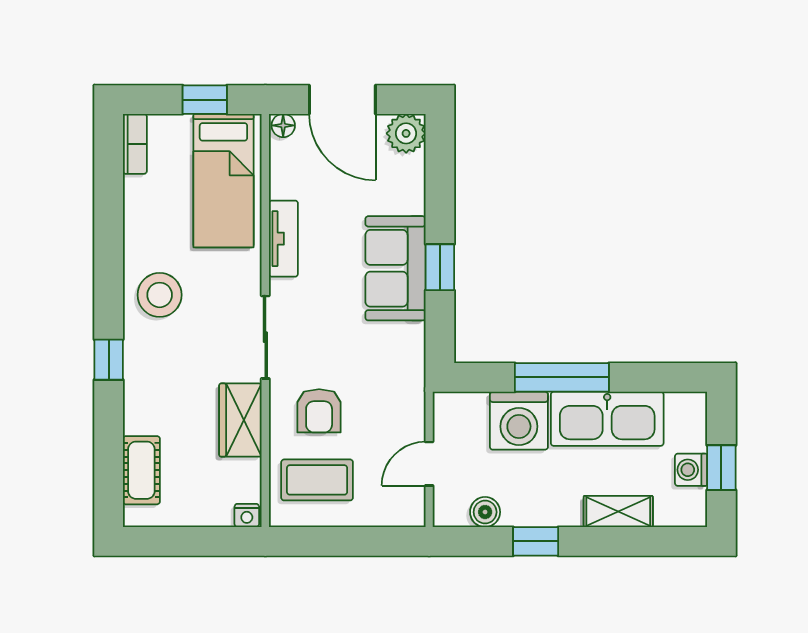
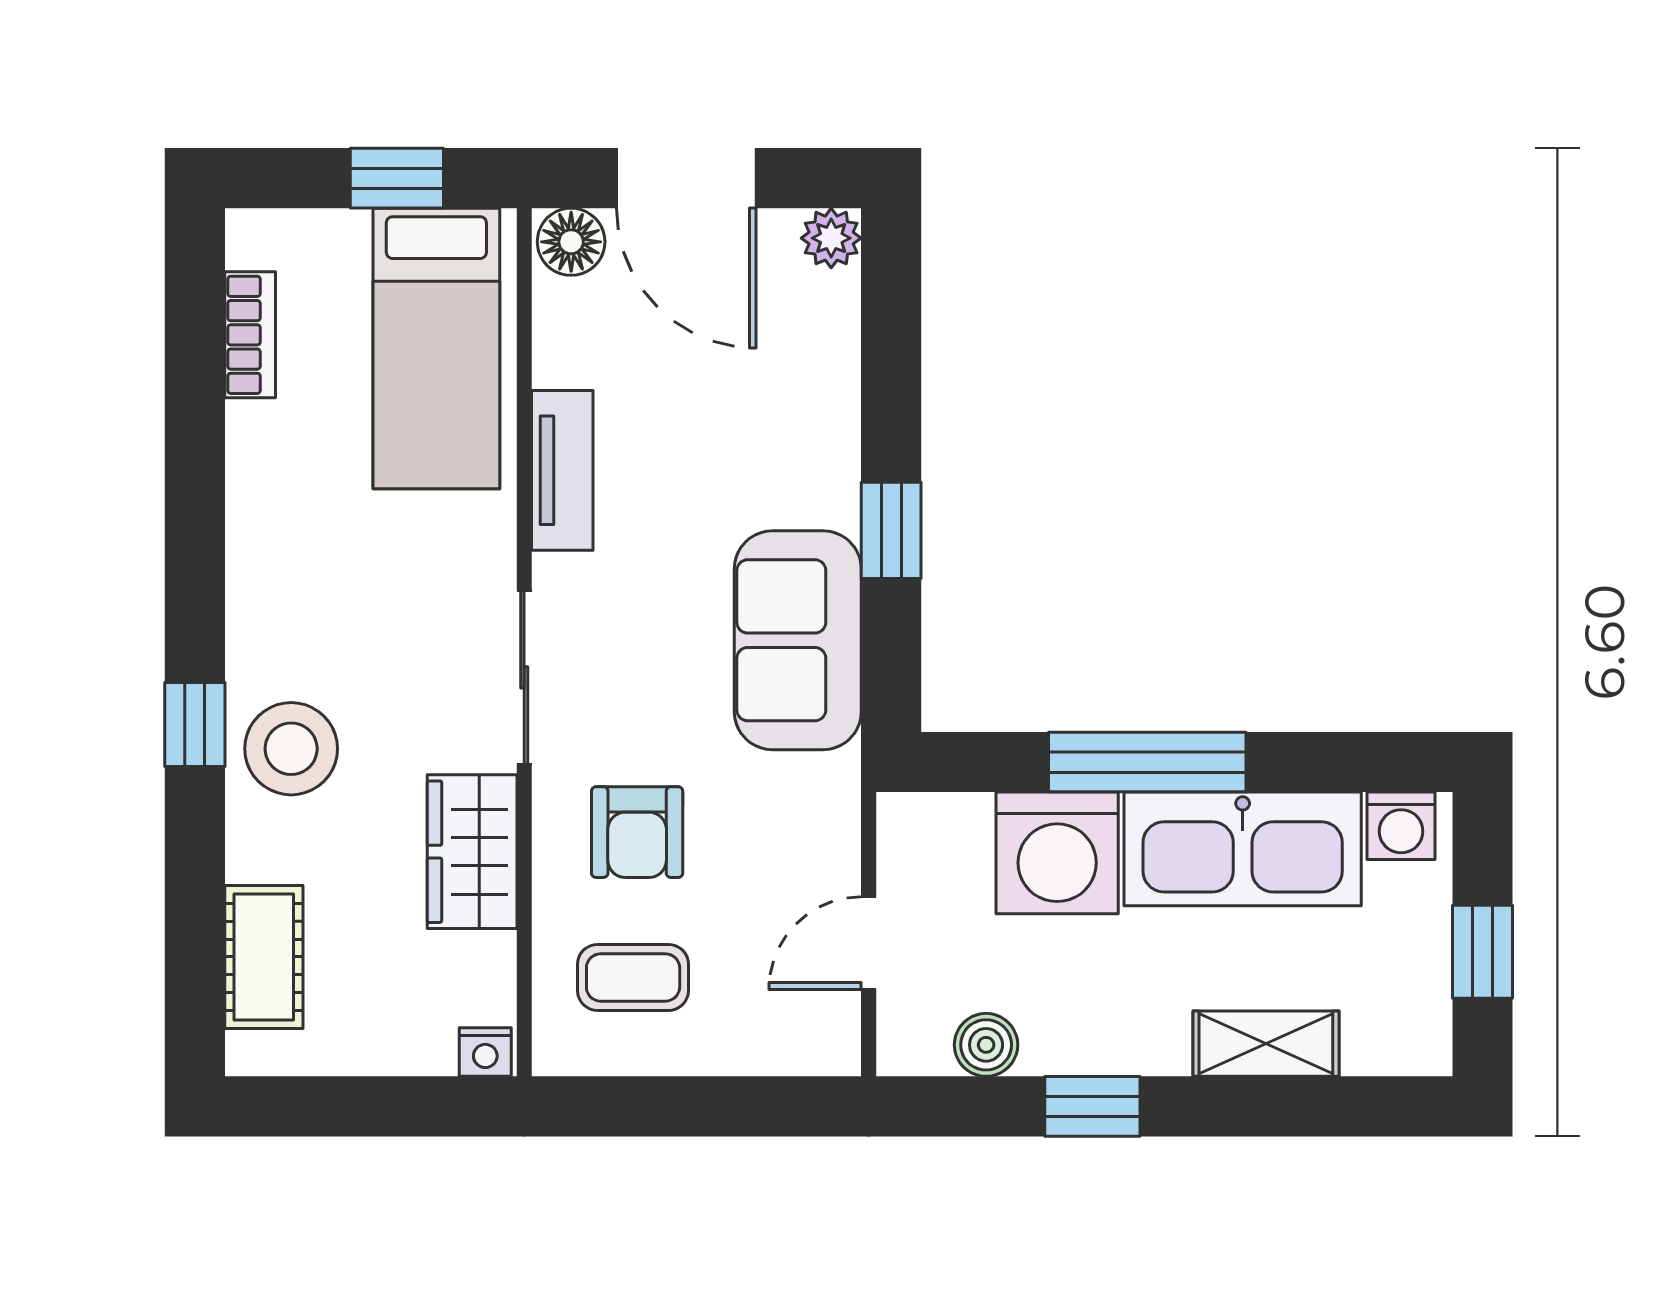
floor lamp: (283, 125) -> (571, 242), width x1.37, depth x1.37
plant: (406, 133) -> (831, 238), width x0.73, depth x0.73
bookcase: (135, 144) -> (250, 335), moved
sofa: (395, 268) -> (798, 640), moved
stool: (160, 295) -> (291, 749), moved
washing machine: (691, 470) -> (1401, 826), moved, turned -90
coffee table: (317, 480) -> (633, 977), width x0.73, depth x0.77

